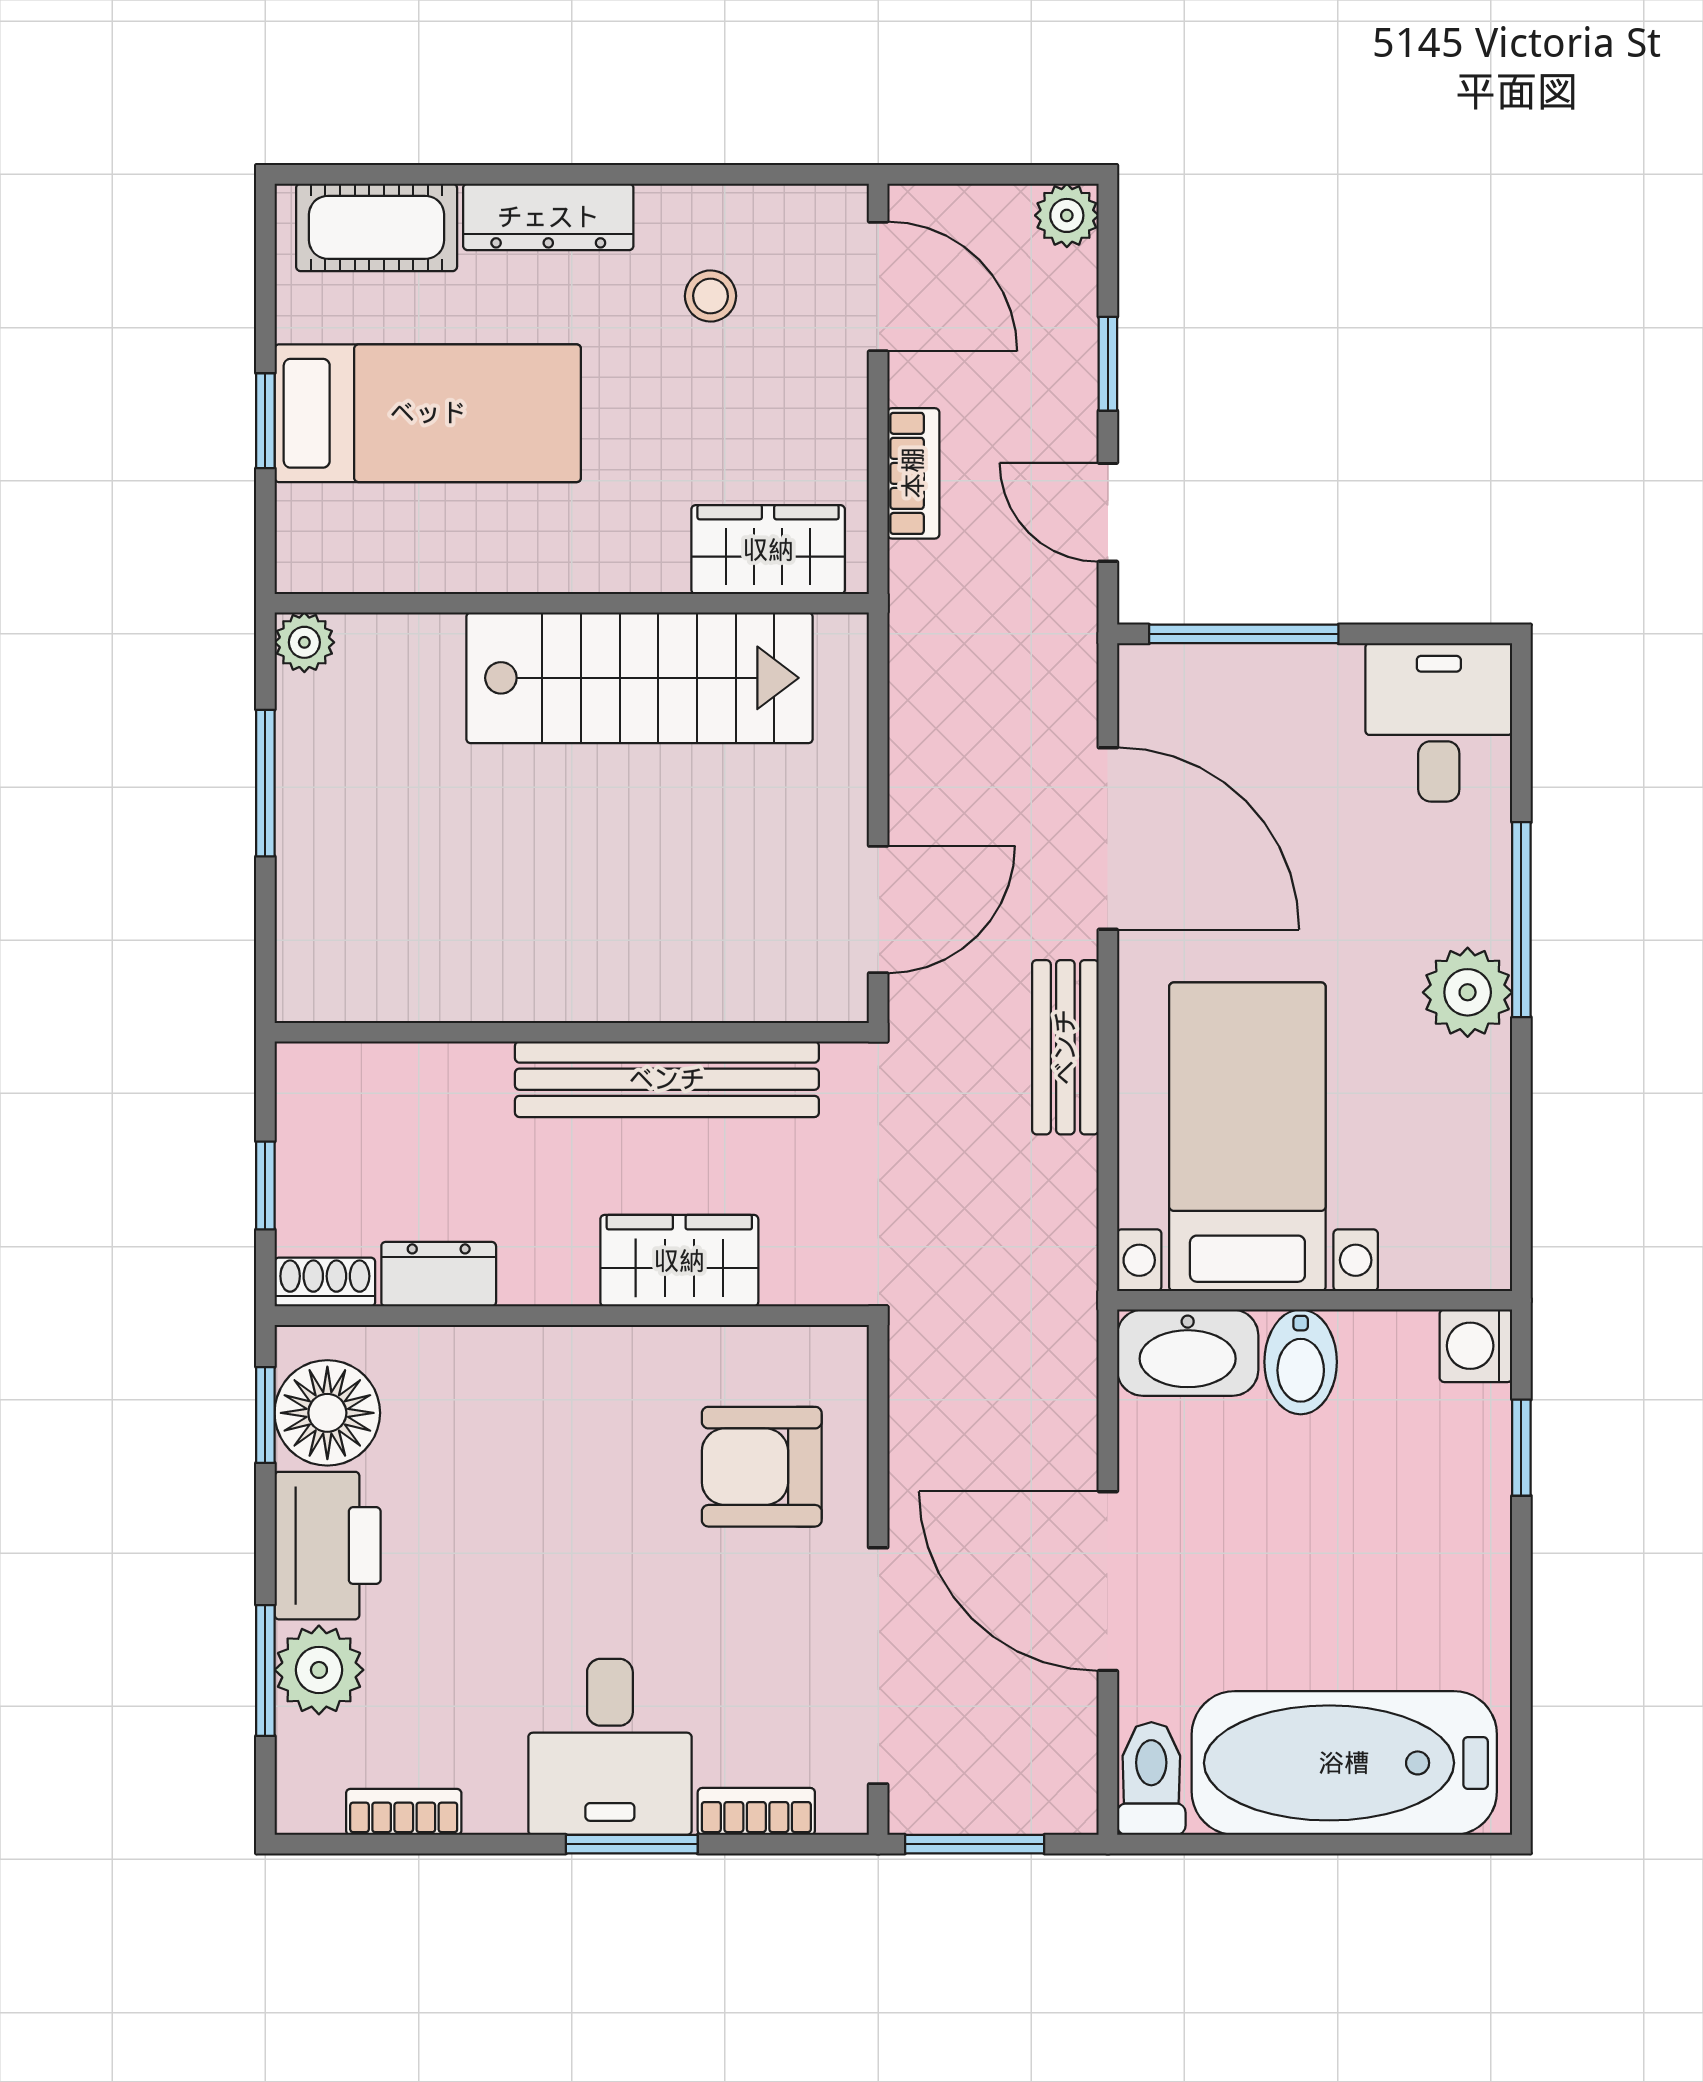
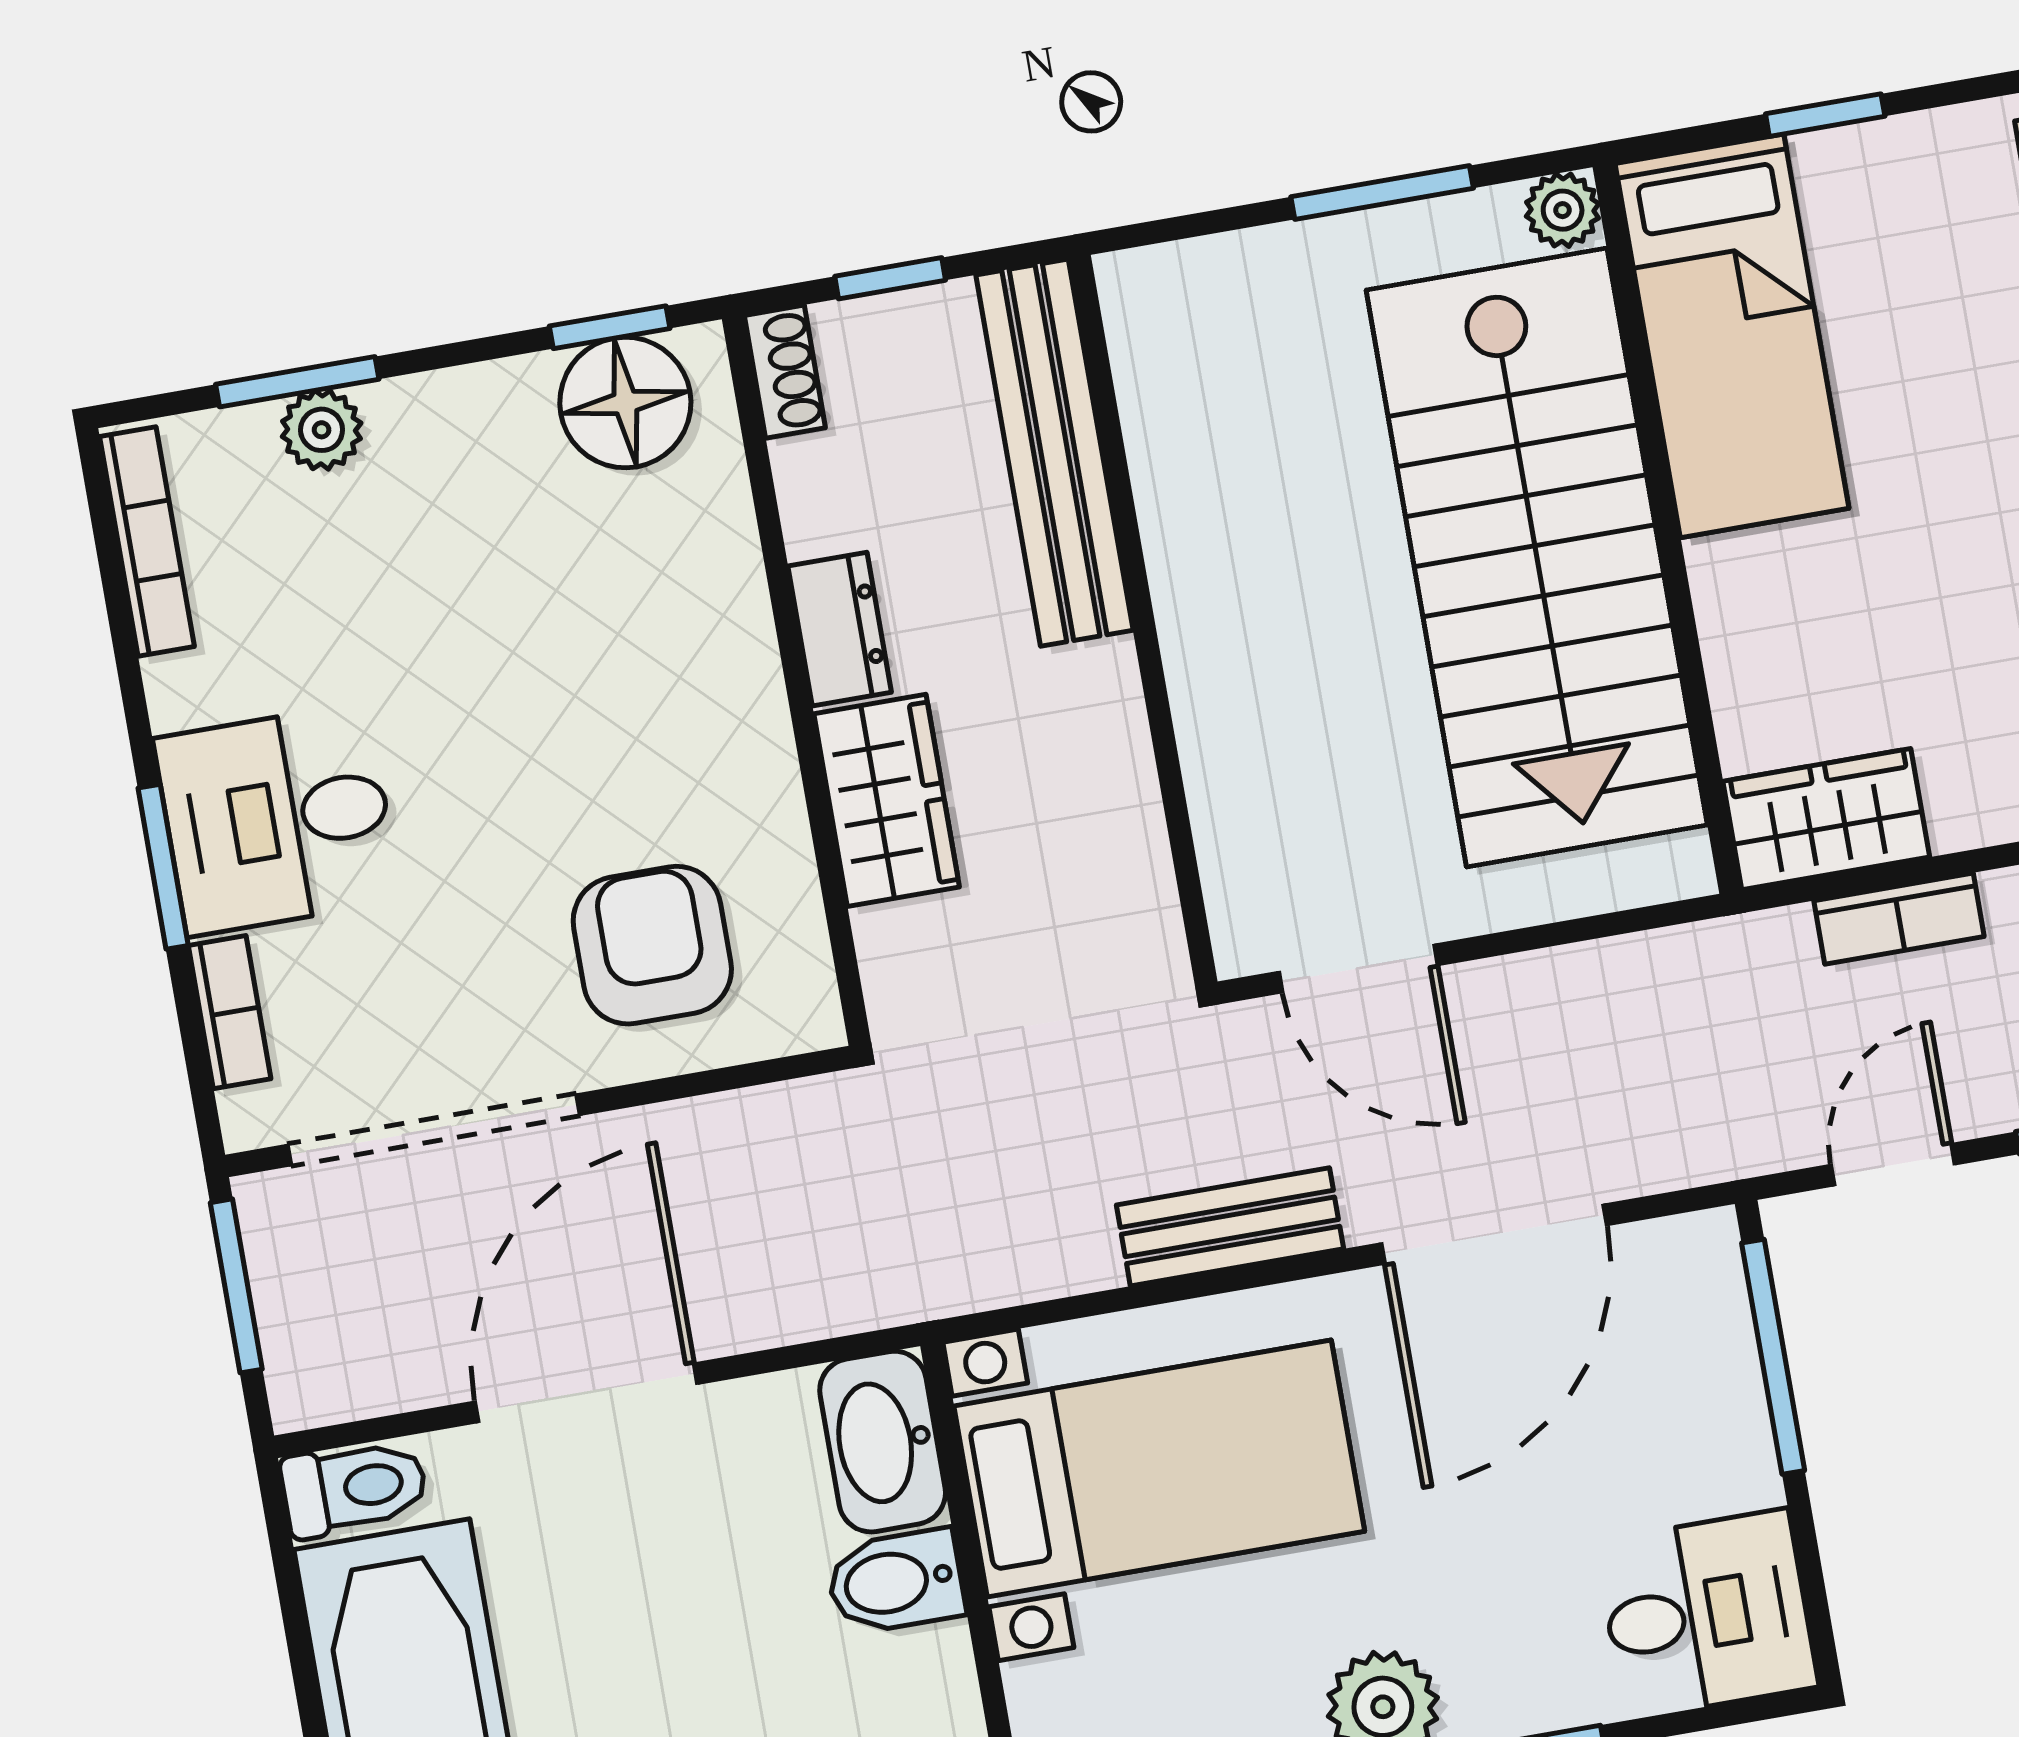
bed: (428, 413) -> (1732, 336), moved
wardrobe: (768, 550) -> (1826, 819), moved, turned -90
stairs: (639, 678) -> (1537, 557), width x1.36, depth x1.51
bench: (667, 1079) -> (1054, 453), moved
dresser: (439, 1274) -> (840, 629), moved
printer: (328, 1546) -> (463, 431), removed
plant: (319, 1670) -> (322, 430), width x0.73, depth x0.73
bookcase: (404, 1812) -> (147, 542), width x1.56

